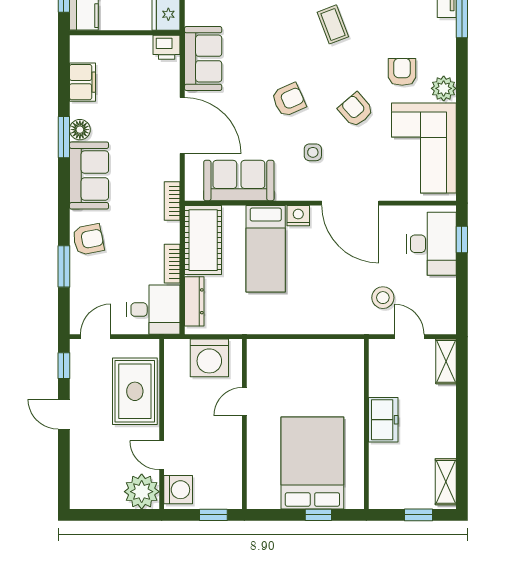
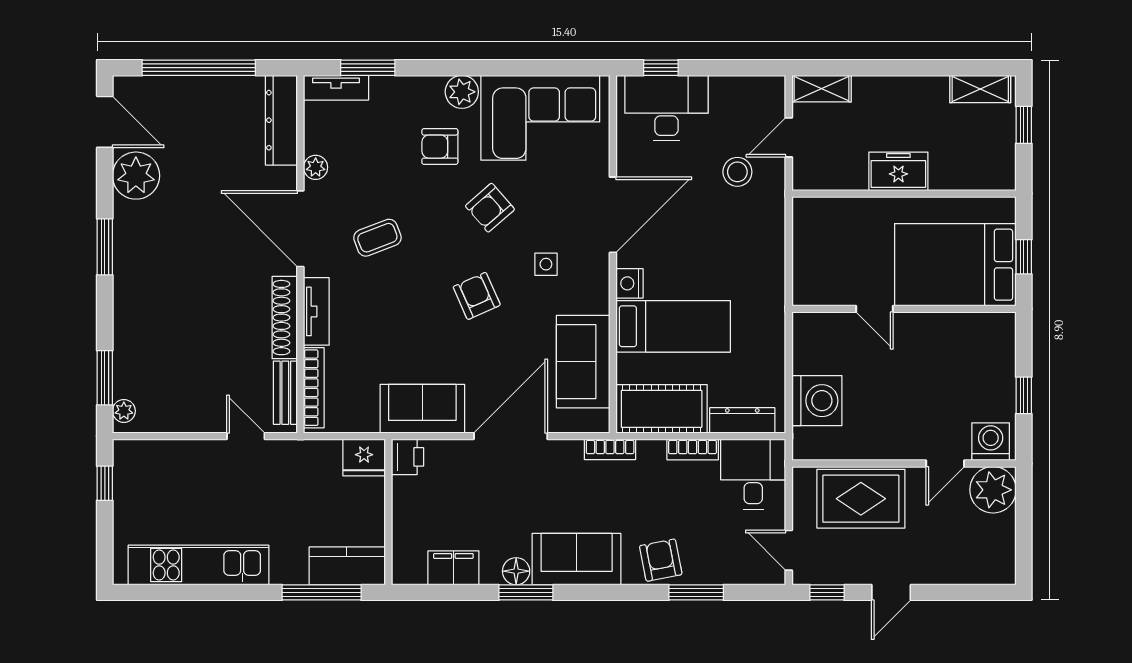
door: (244, 402) -> (875, 309), moved
wall: (244, 424) -> (904, 309), moved

